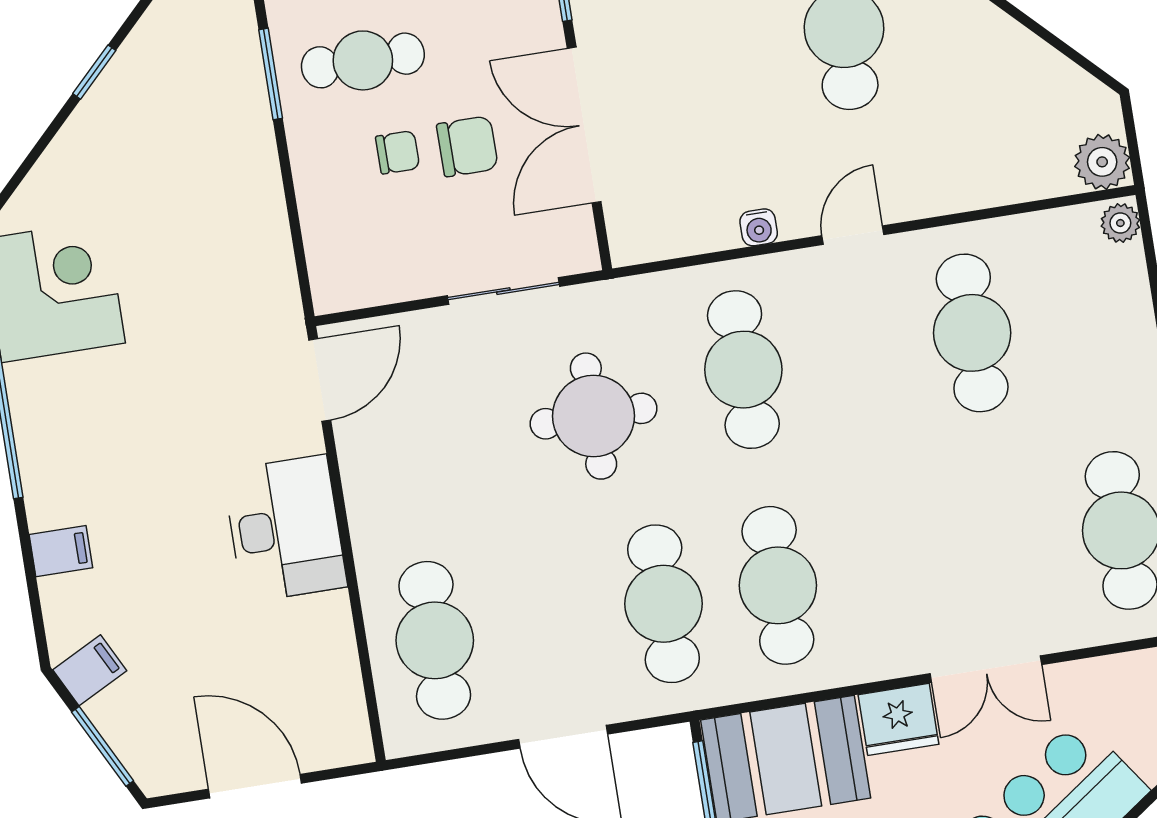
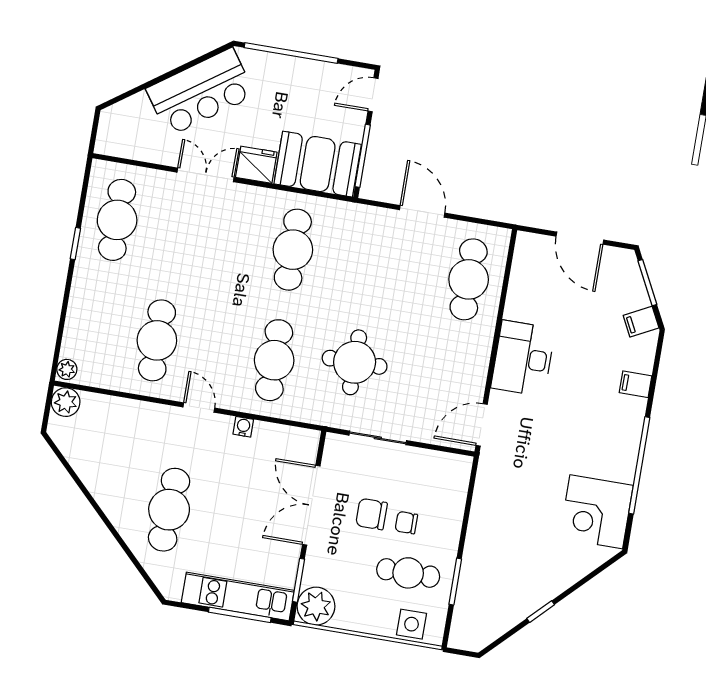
double door: (584, 125) -> (311, 505), swing flipped
door: (853, 235) -> (199, 408), swing flipped
cafe table: (664, 604) -> (351, 260), removed

